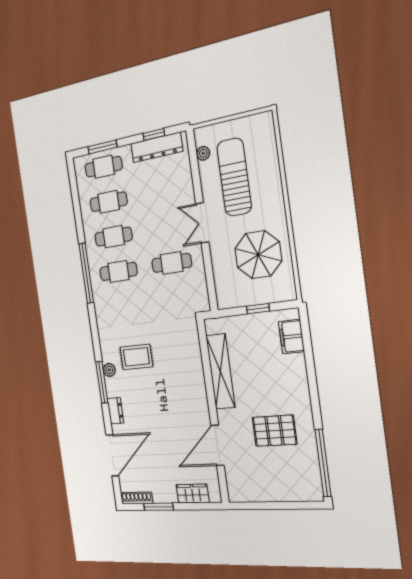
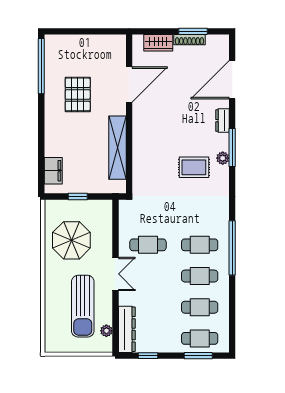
dresser: (157, 147) -> (127, 329), moved, turned 90
pallet: (274, 431) -> (78, 94), turned 90
shoe rack: (137, 498) -> (190, 40), moved

